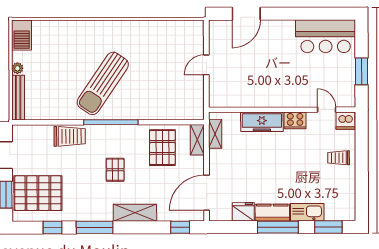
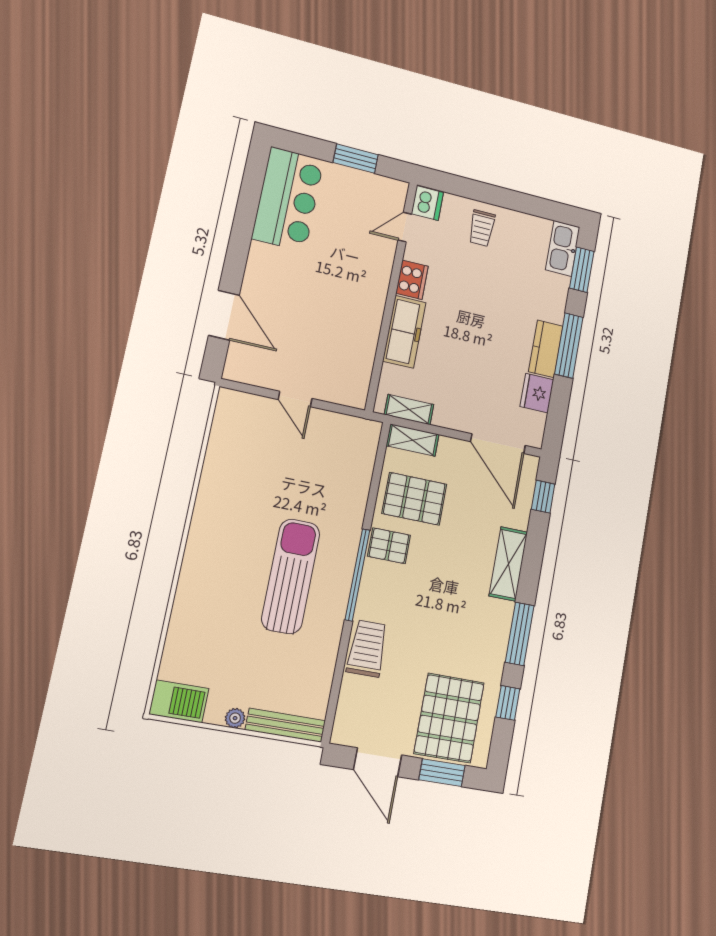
sun lounger: (103, 83) -> (291, 576), turned -124
pallet: (115, 170) -> (389, 546), moved
kitchen sink: (307, 212) -> (563, 248), moved

